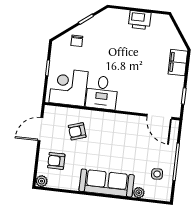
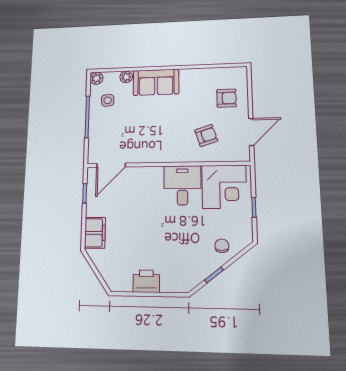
door: (159, 117) -> (111, 165), swing flipped
plant: (42, 181) -> (96, 78), moved
sofa: (107, 183) -> (156, 82), width x0.73

